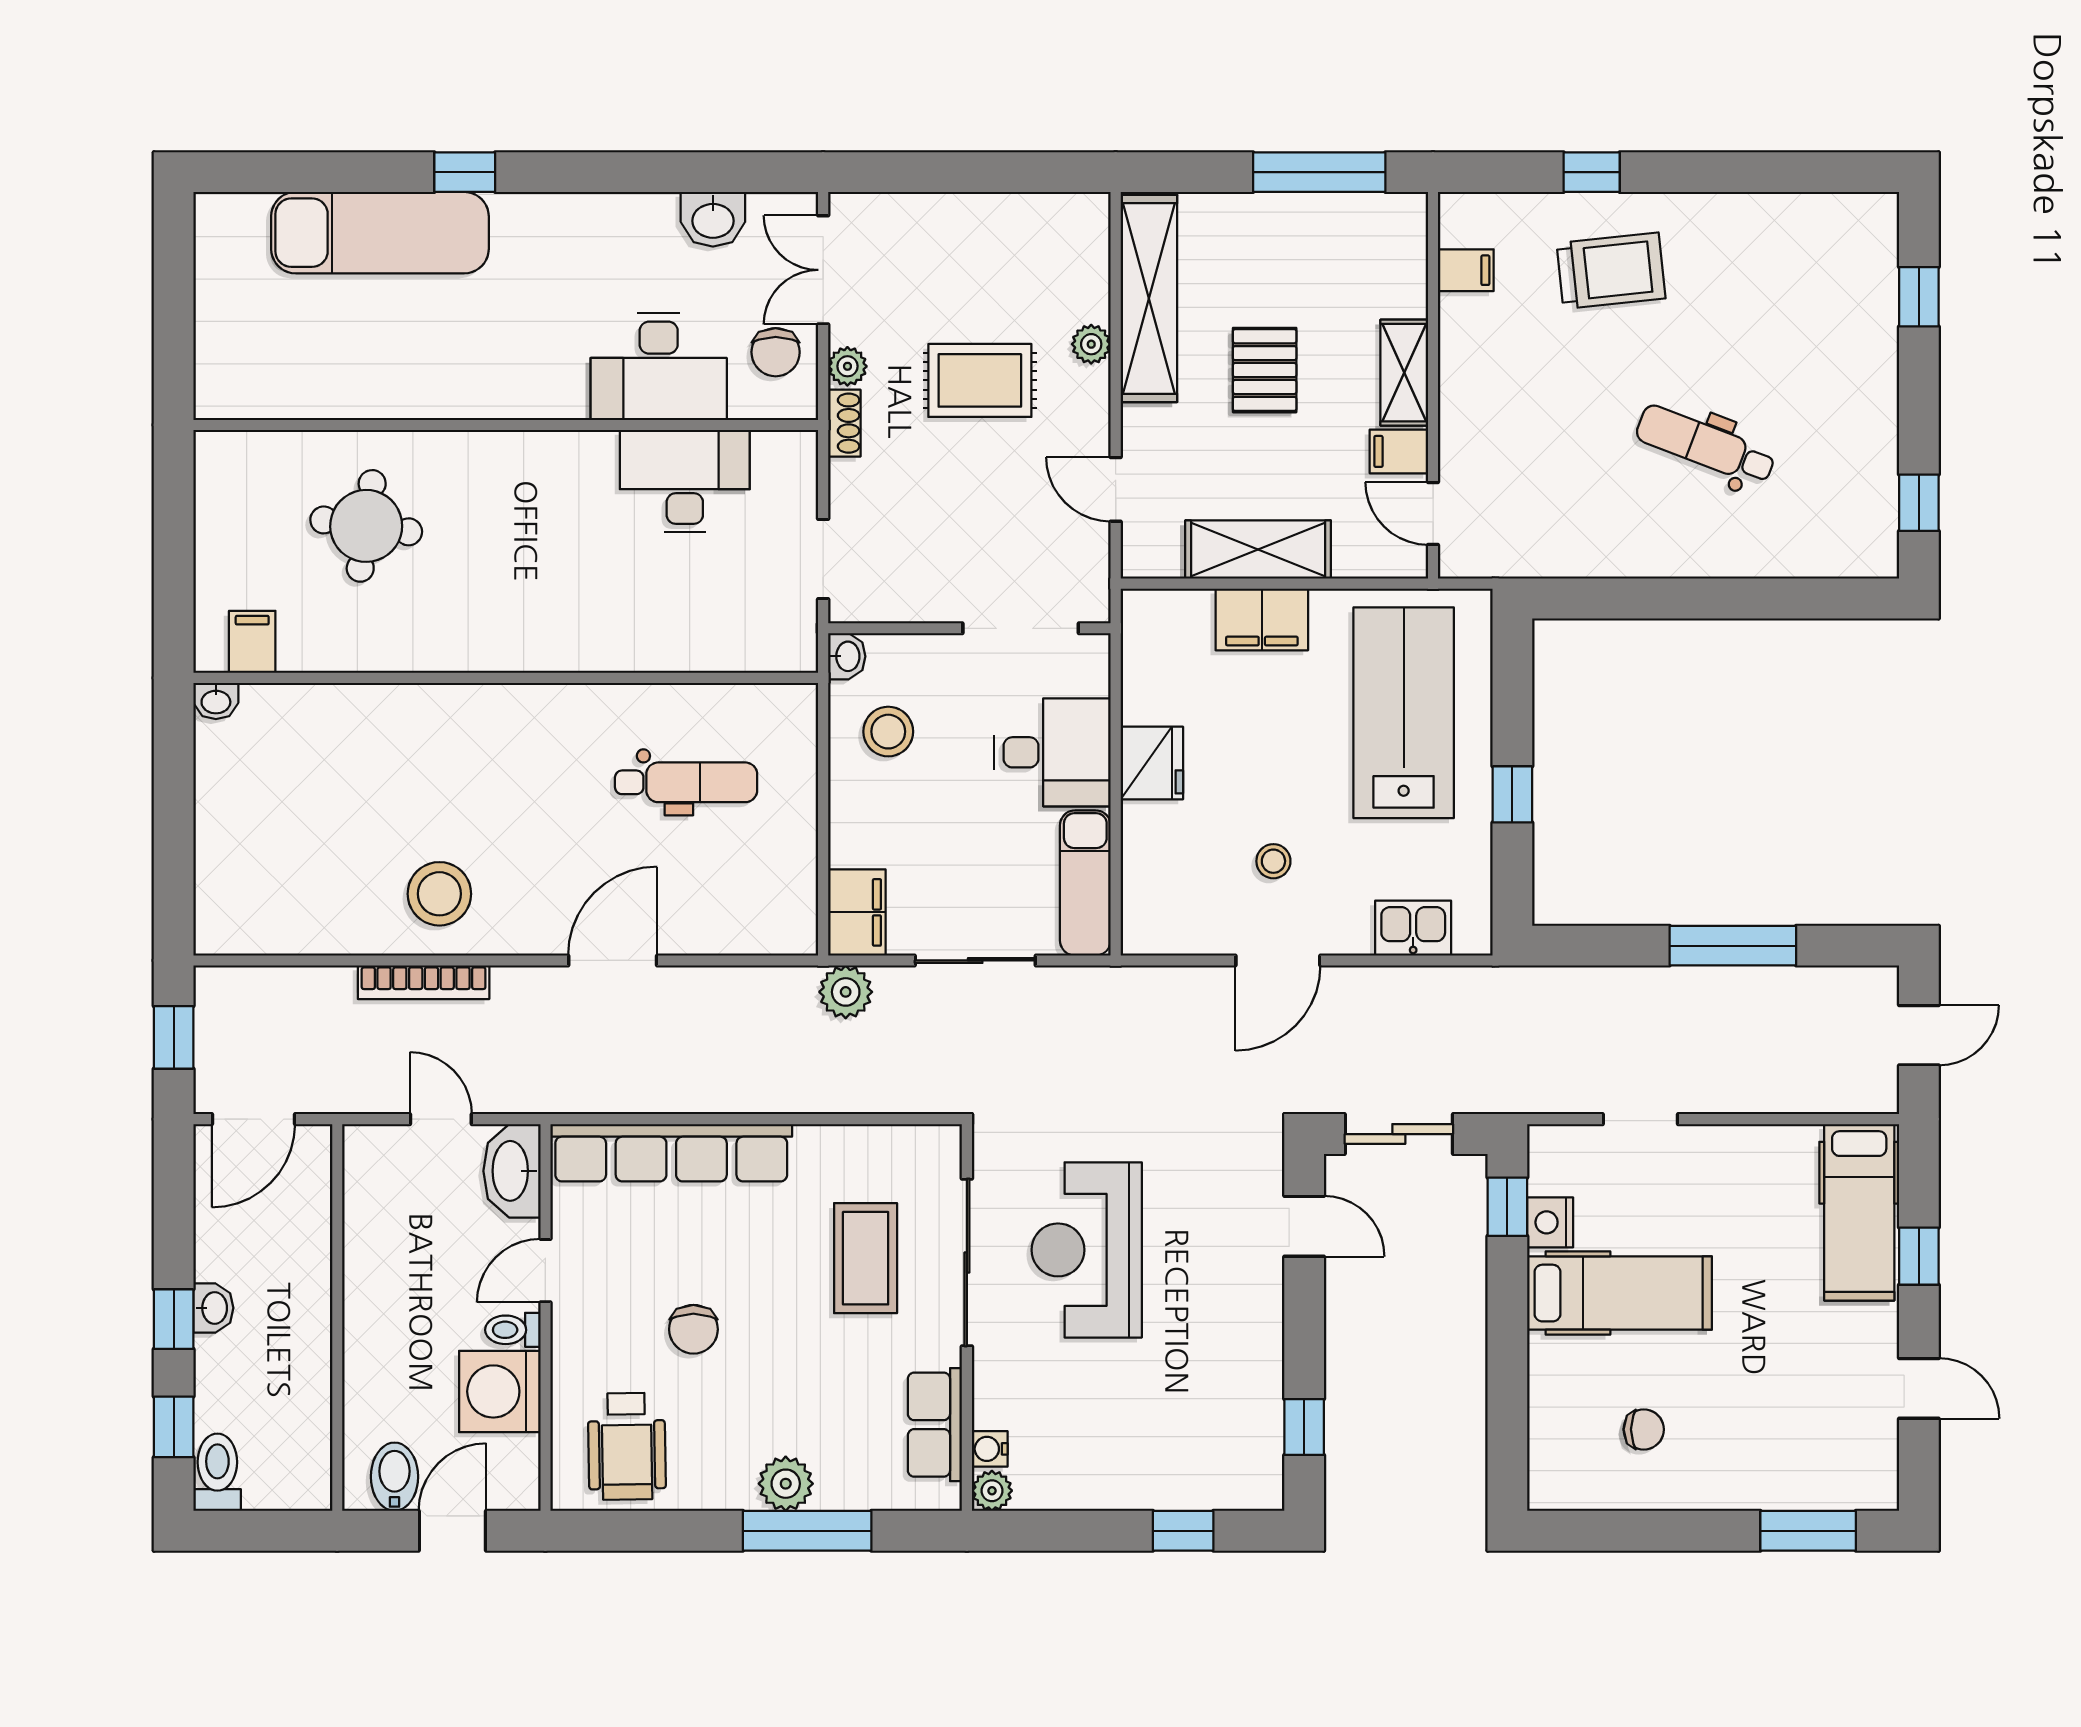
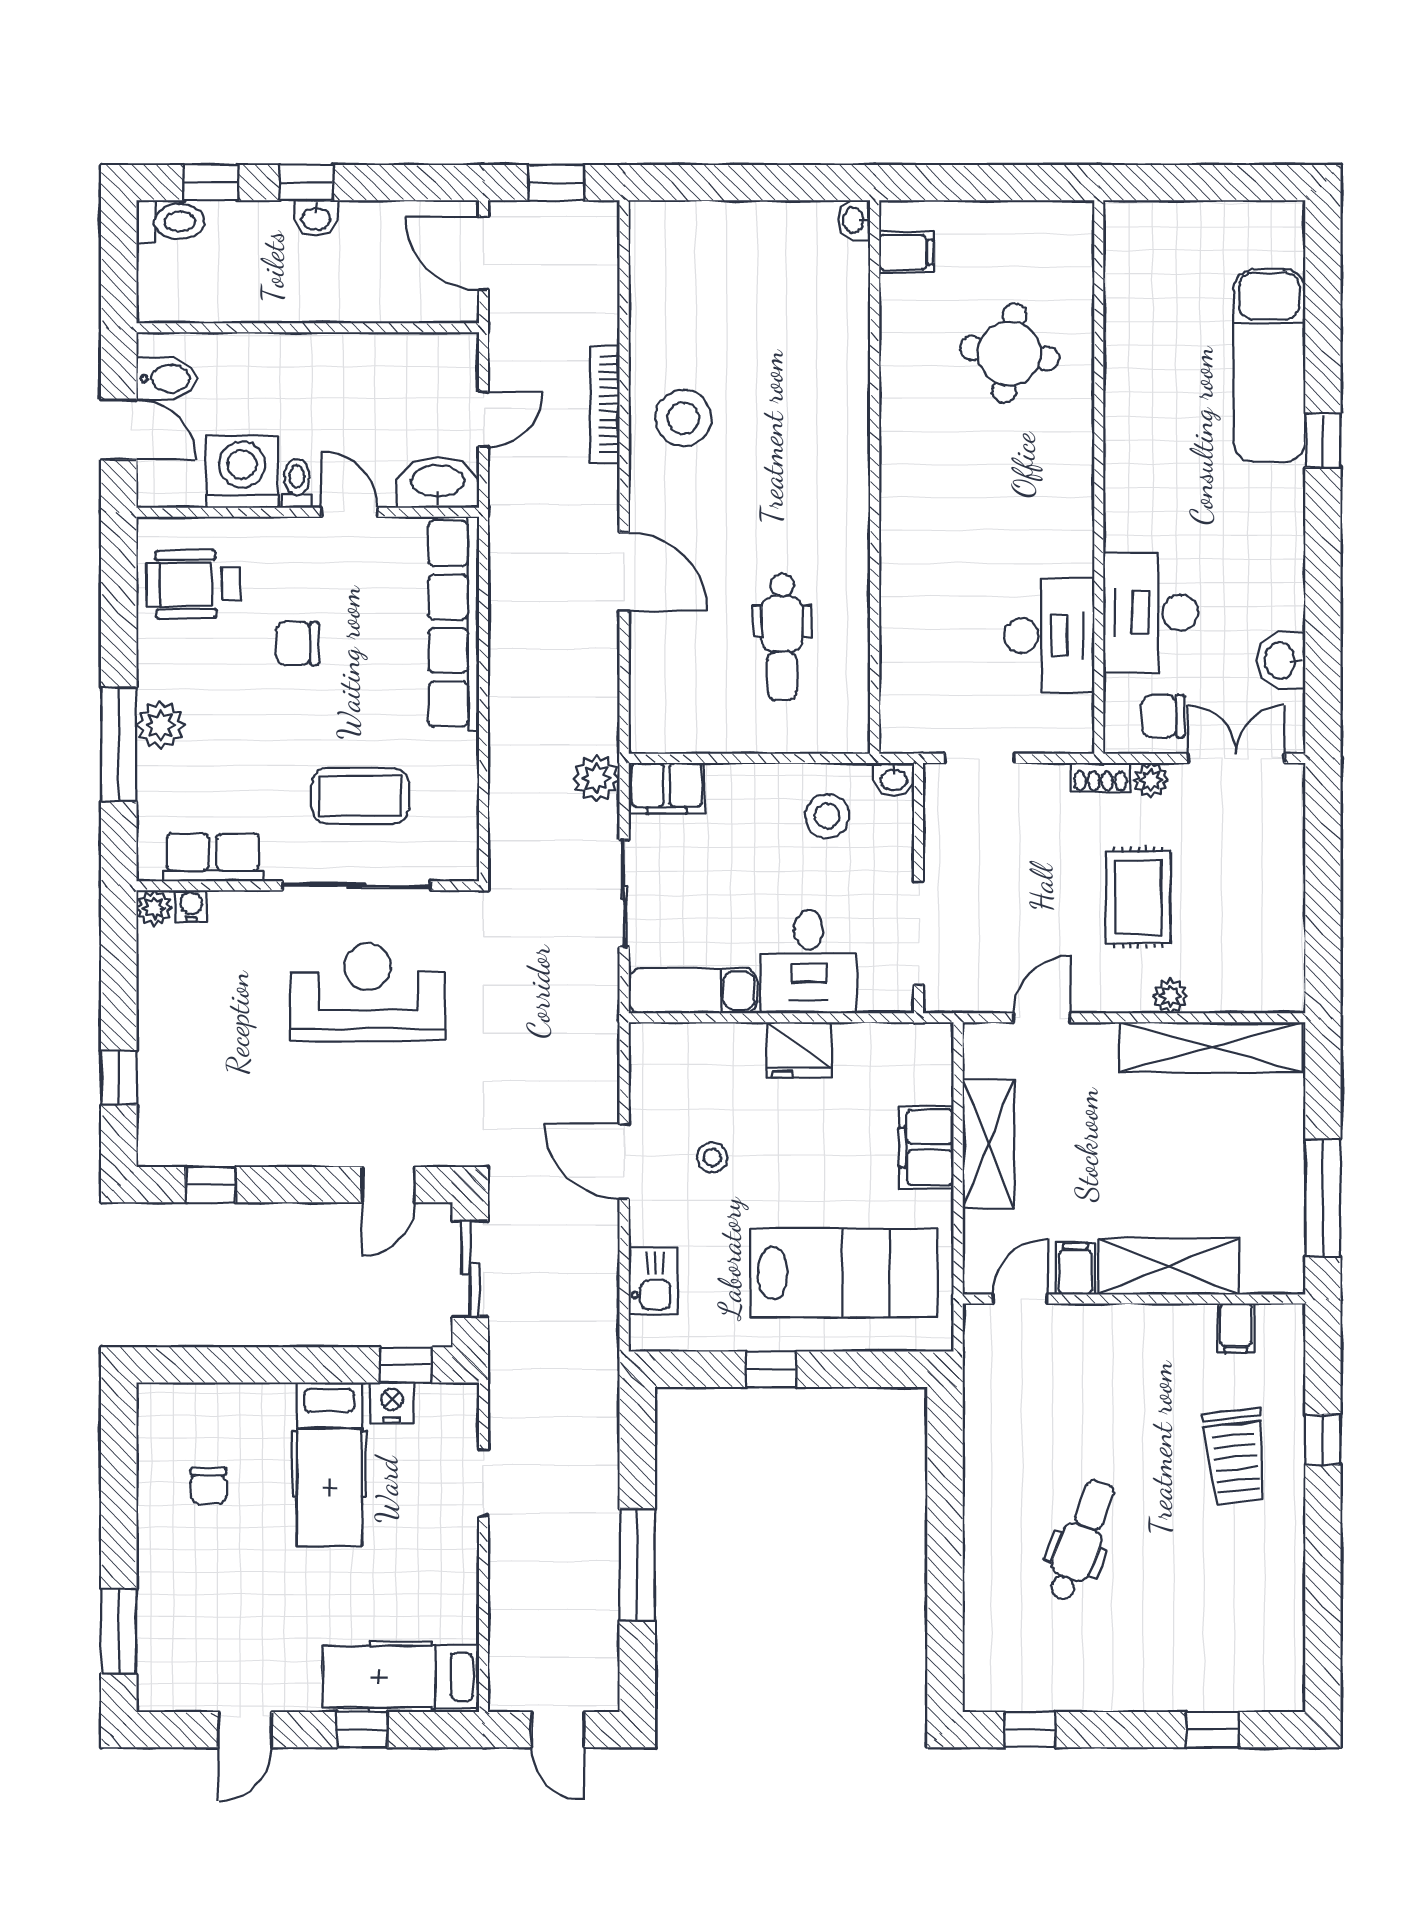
pallet: (1265, 370) -> (1147, 1150), removed
shelving: (1404, 373) -> (1169, 1266), width x1.50, depth x1.33

